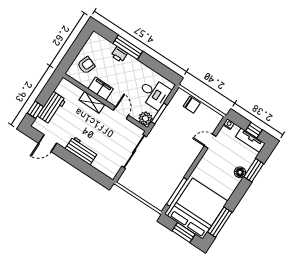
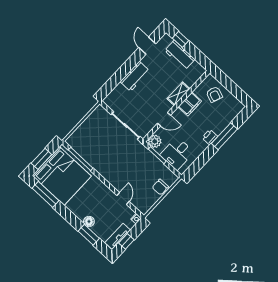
printer: (119, 54) -> (210, 137), moved

